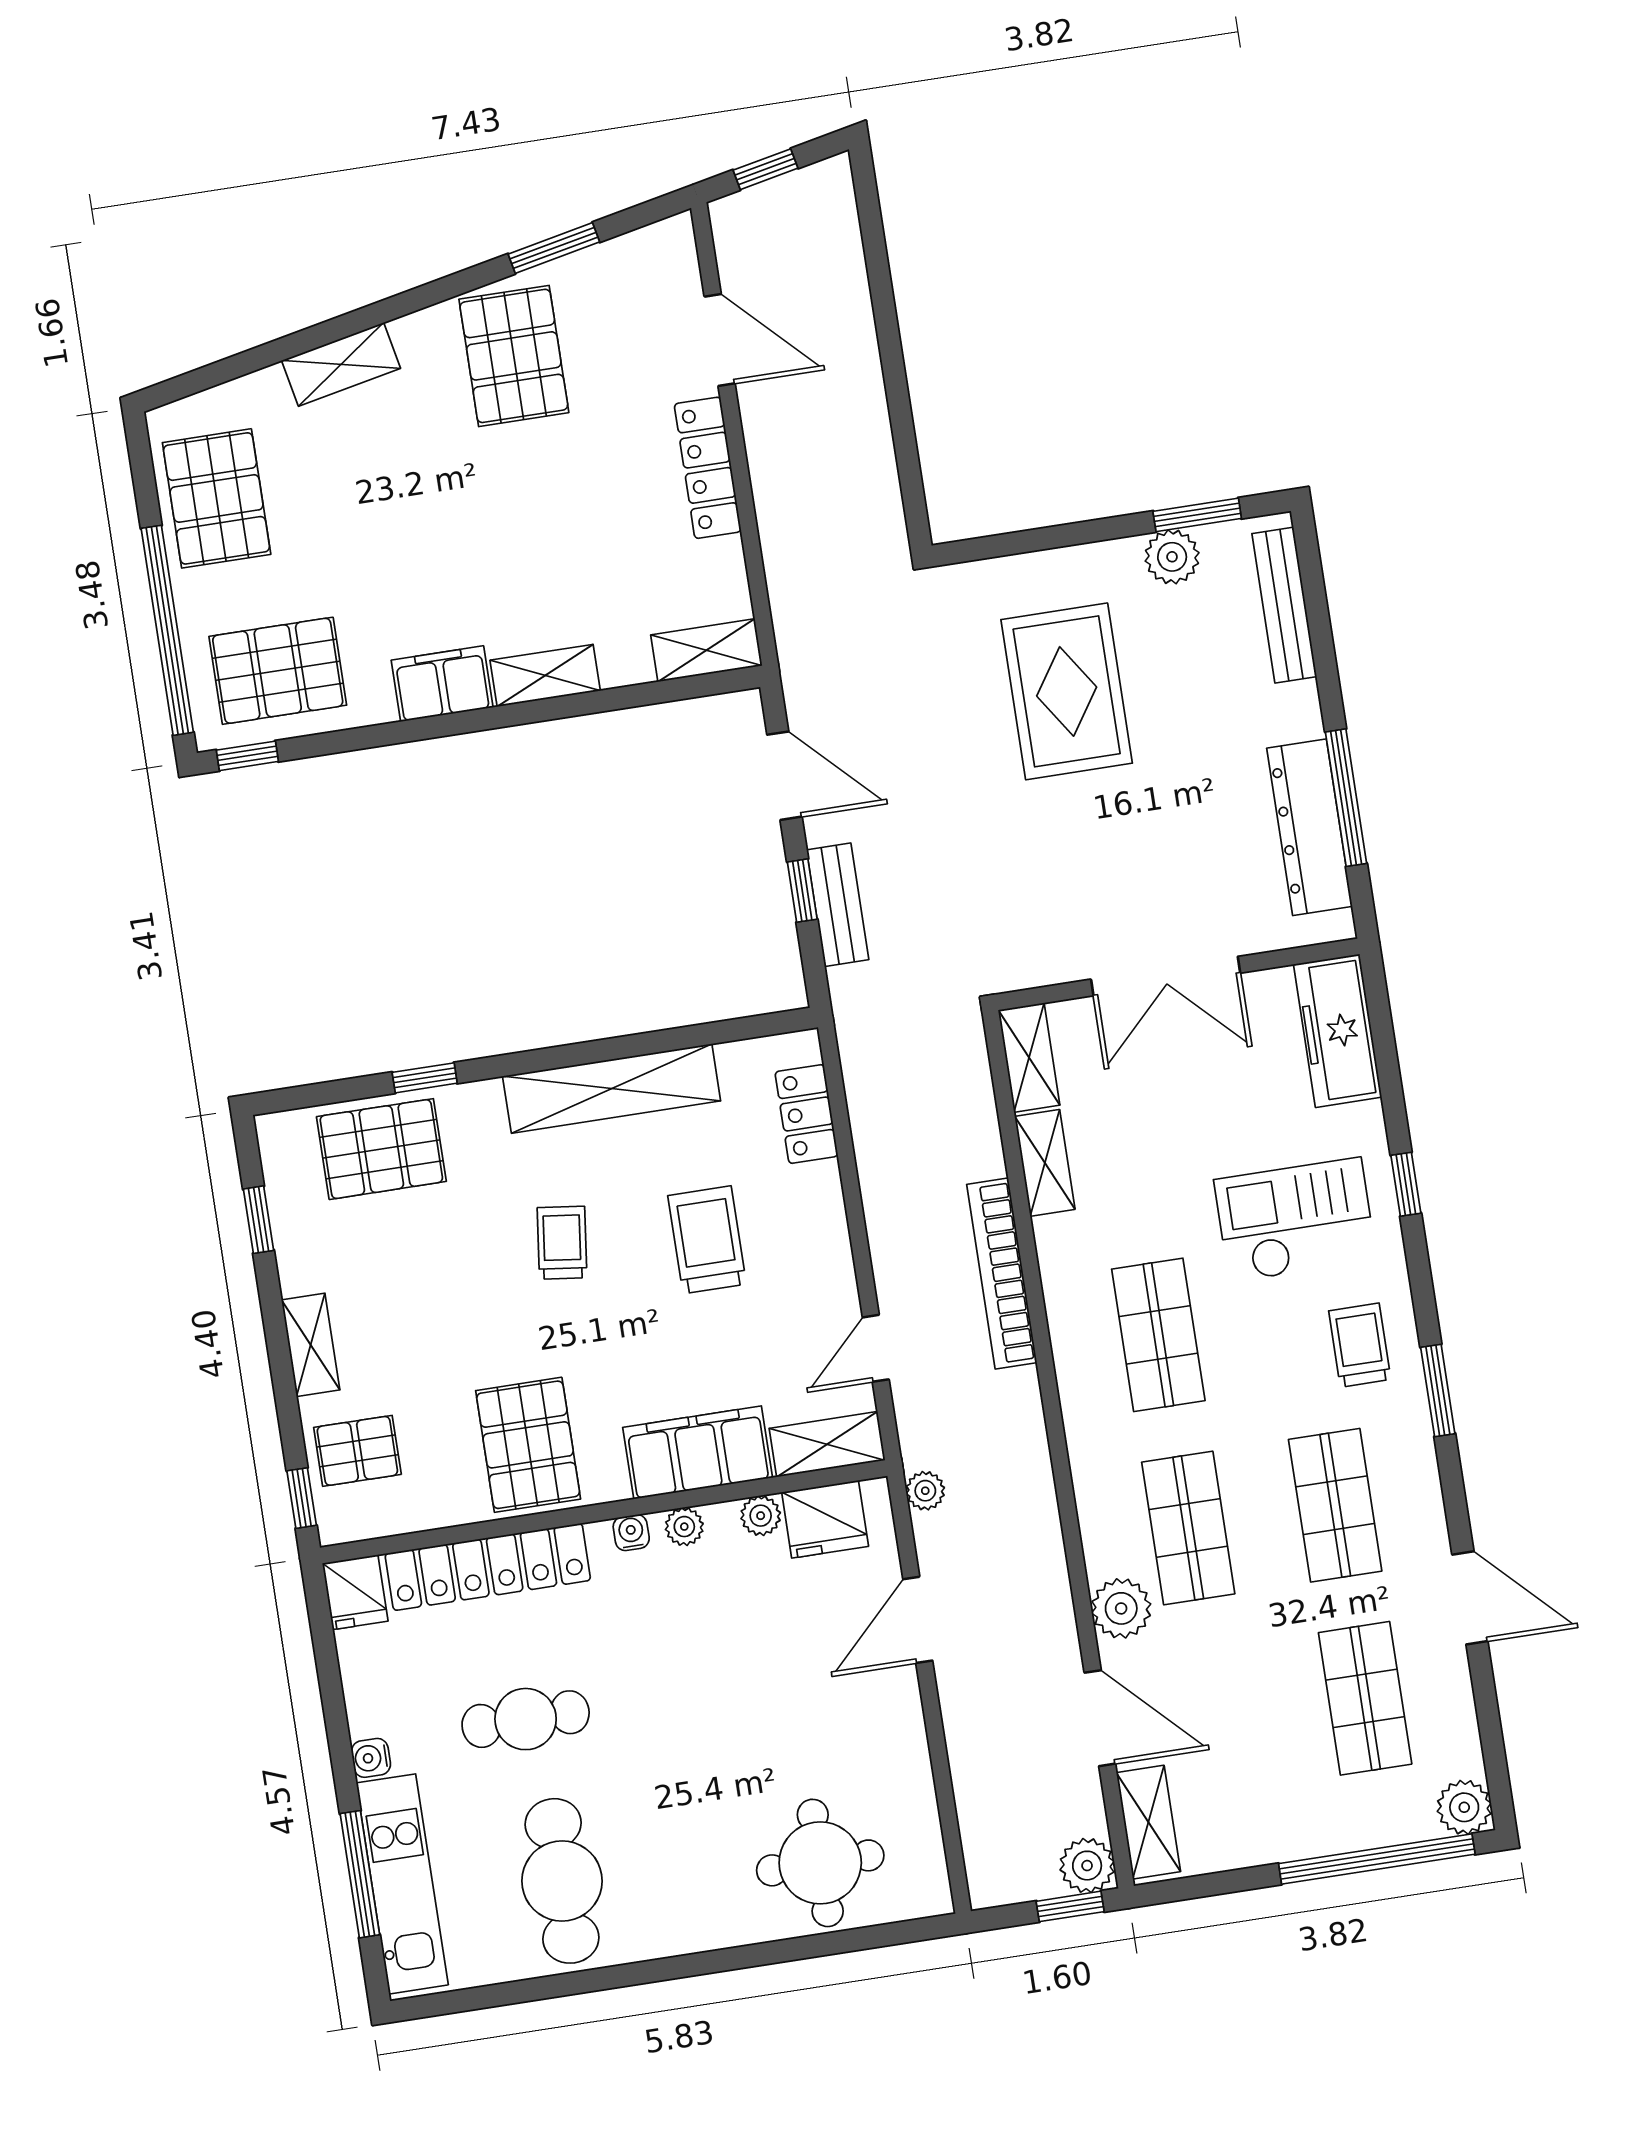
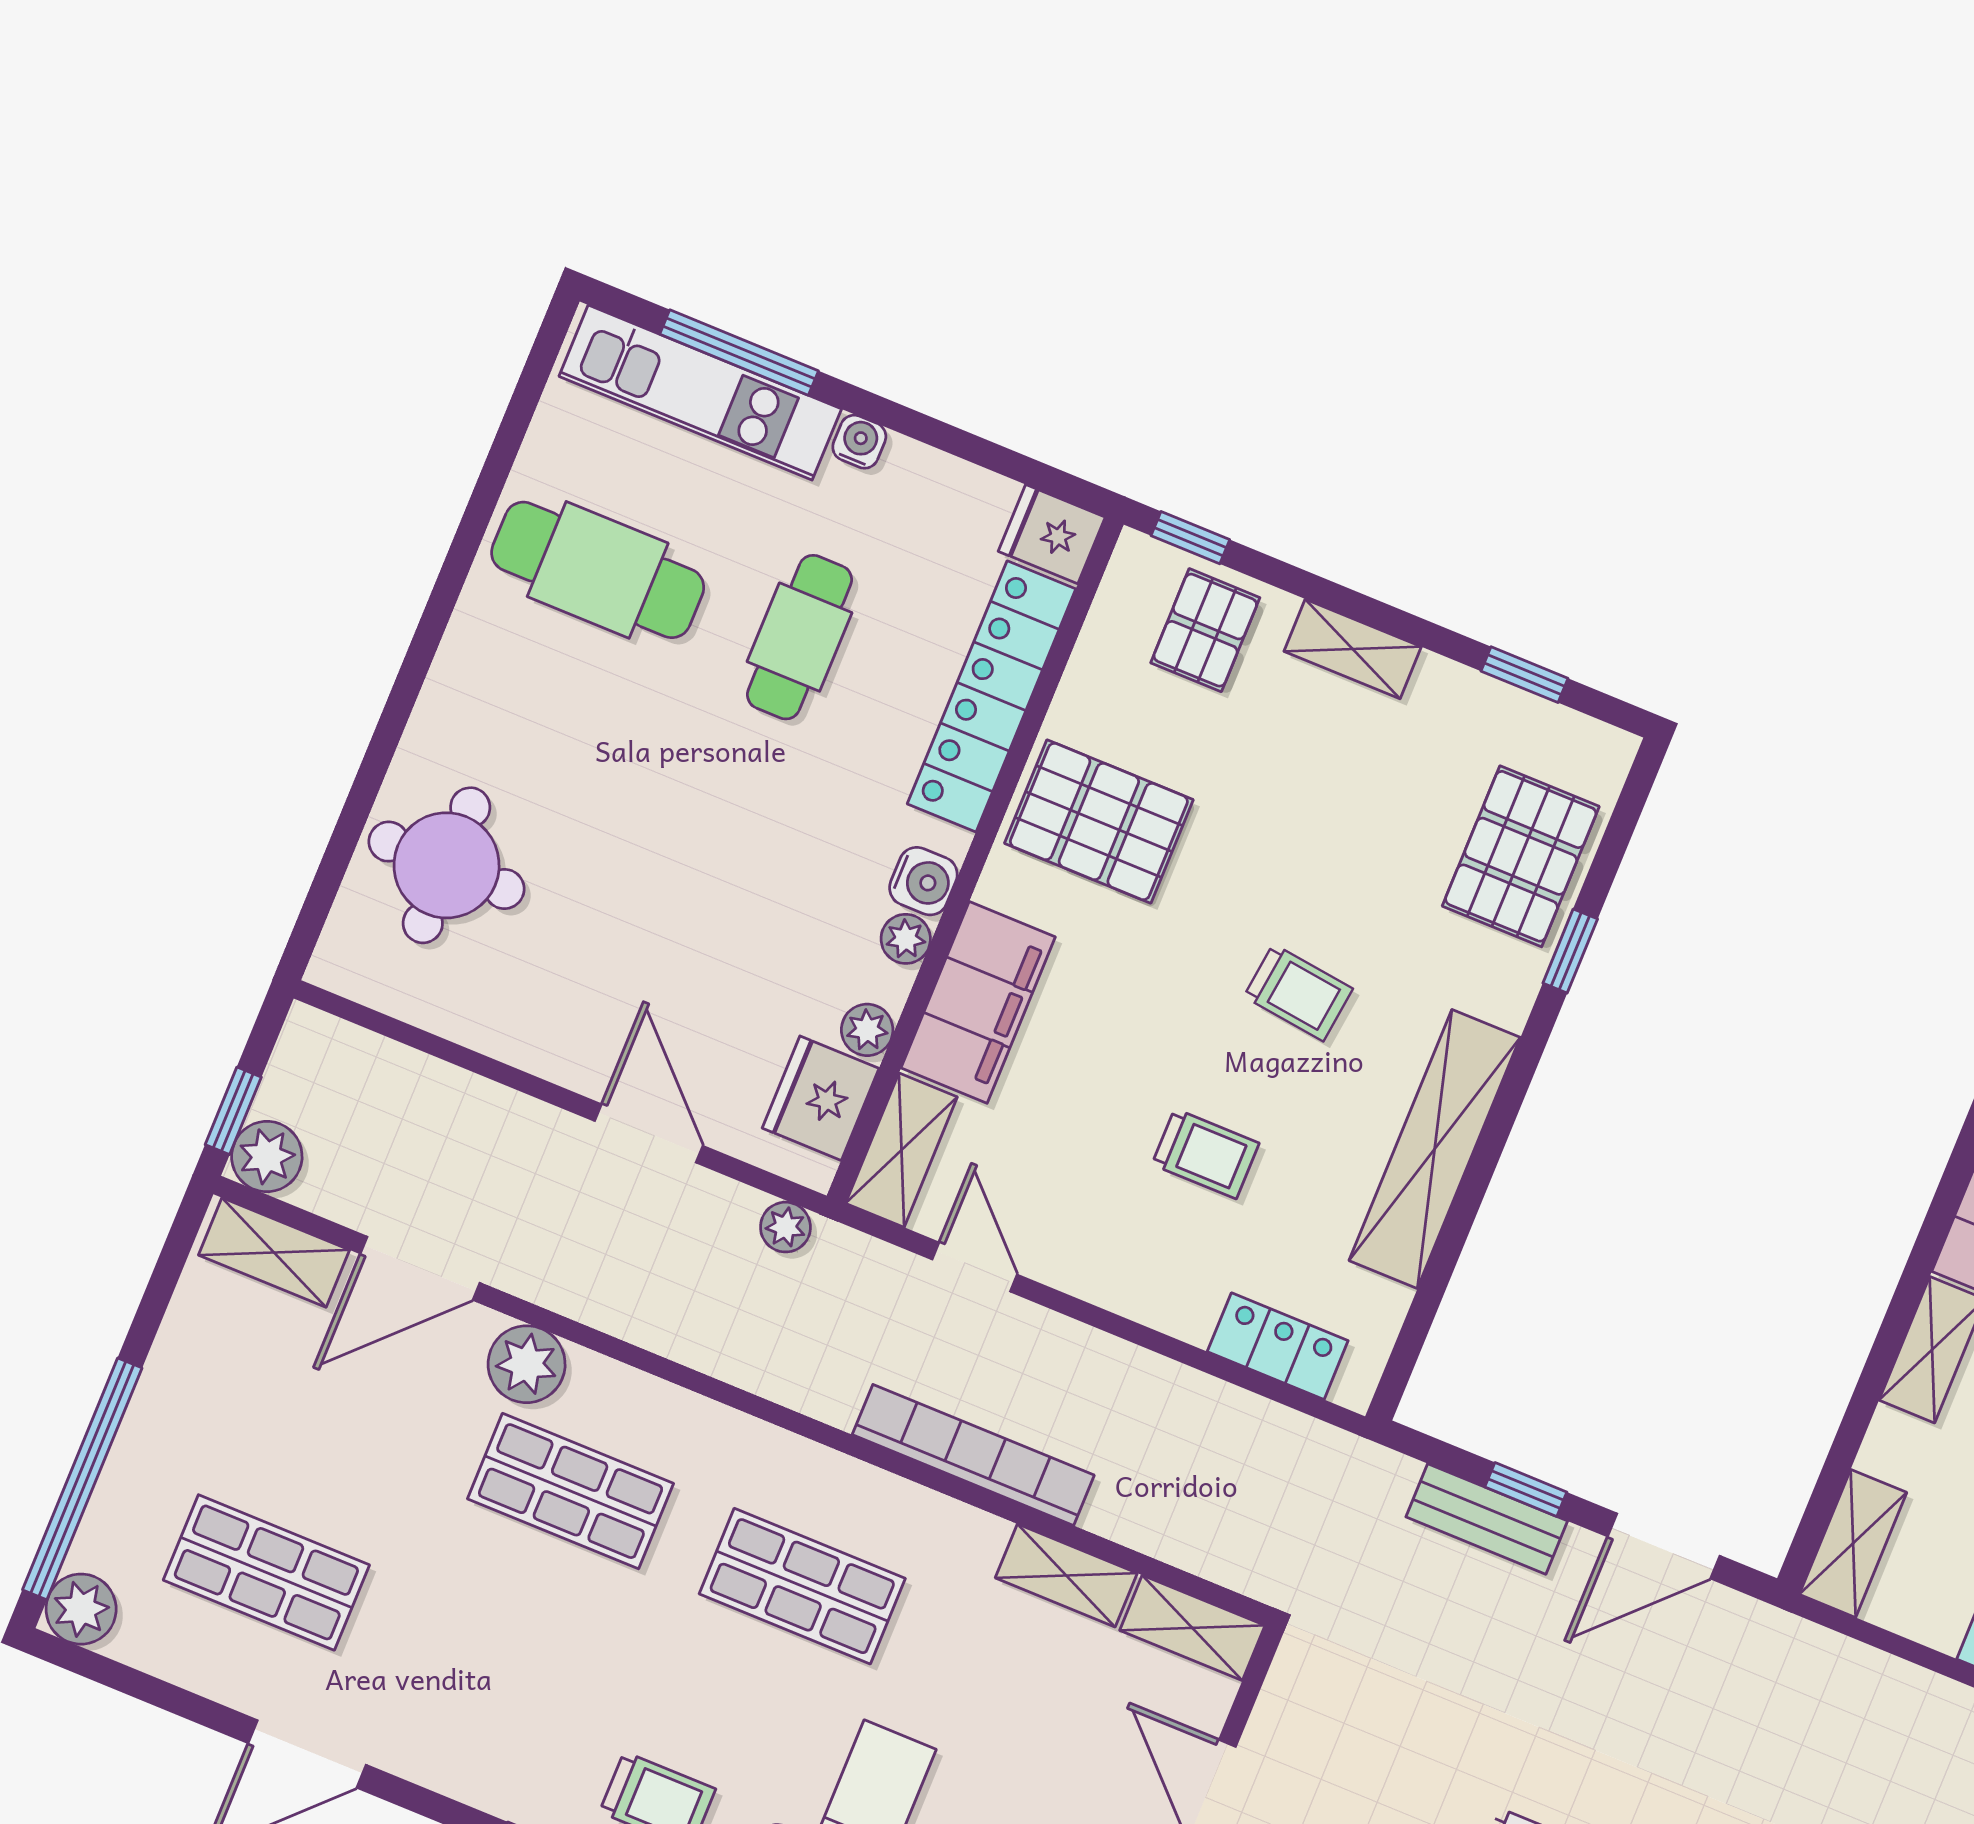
trolley: (707, 1240) -> (1205, 1154), width x0.73, depth x0.72
shop shelf: (1335, 1505) -> (498, 1668), removed
water cooler: (631, 1533) -> (923, 881), width x1.38, depth x1.38

